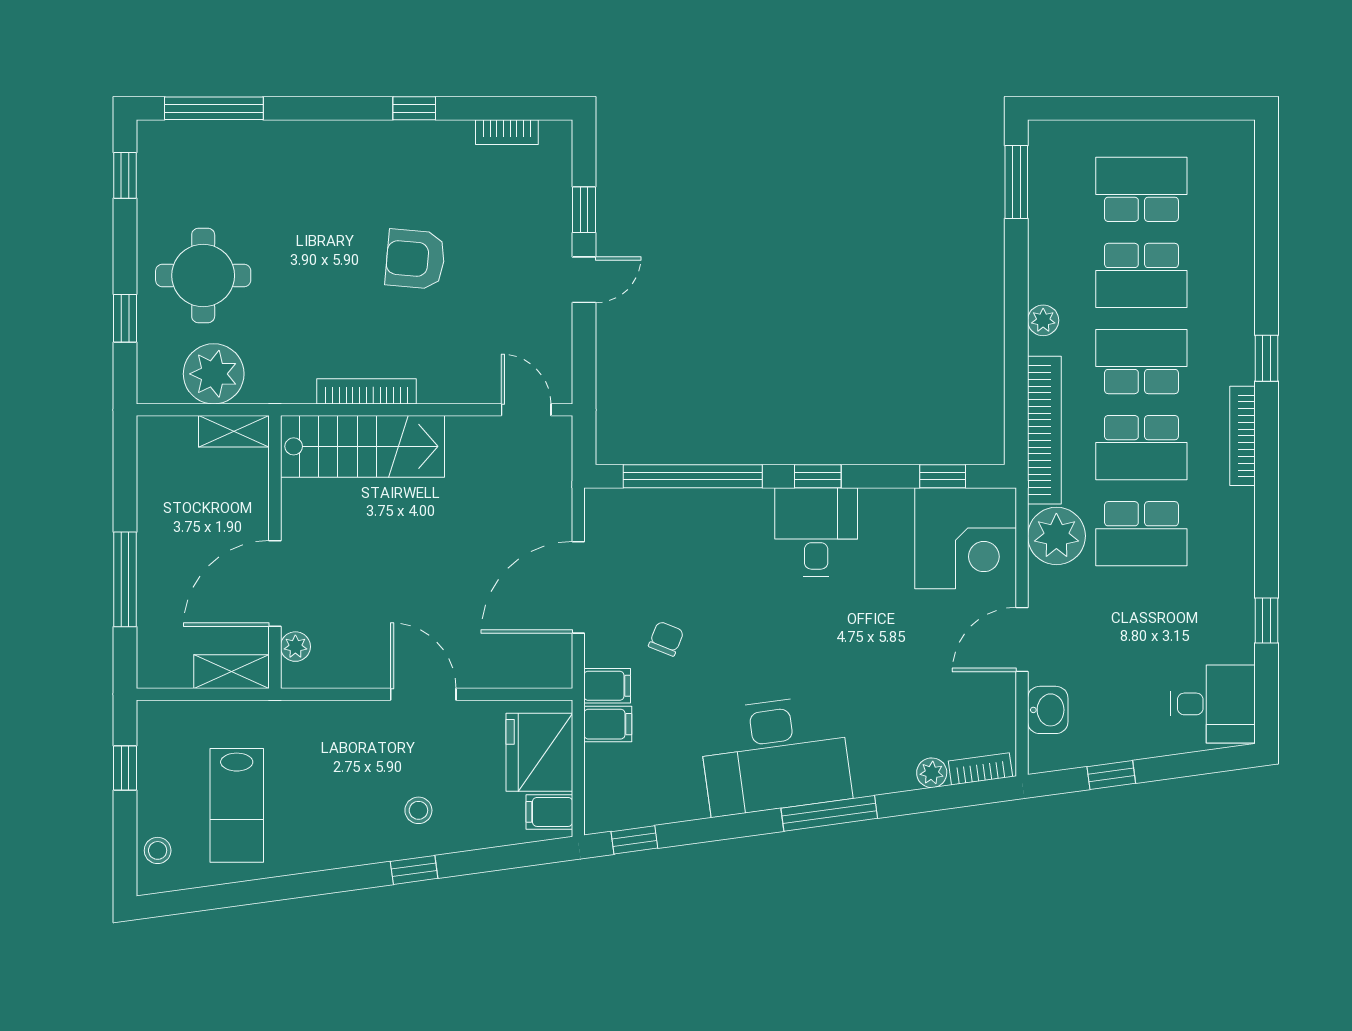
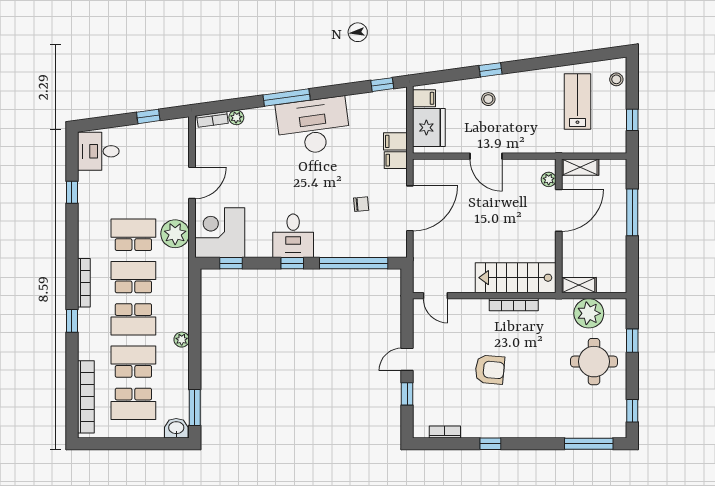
bookcase: (1044, 430) -> (86, 397), moved, turned 180
chair: (666, 639) -> (361, 204), moved, turned -117
washbasin: (1048, 710) -> (176, 428), moved, turned 90

